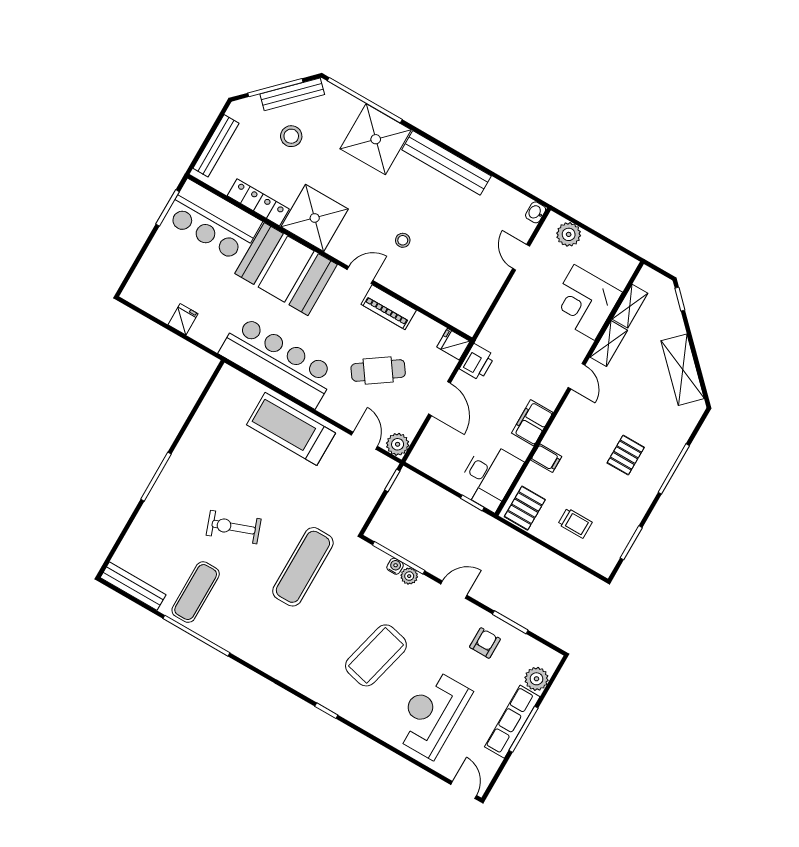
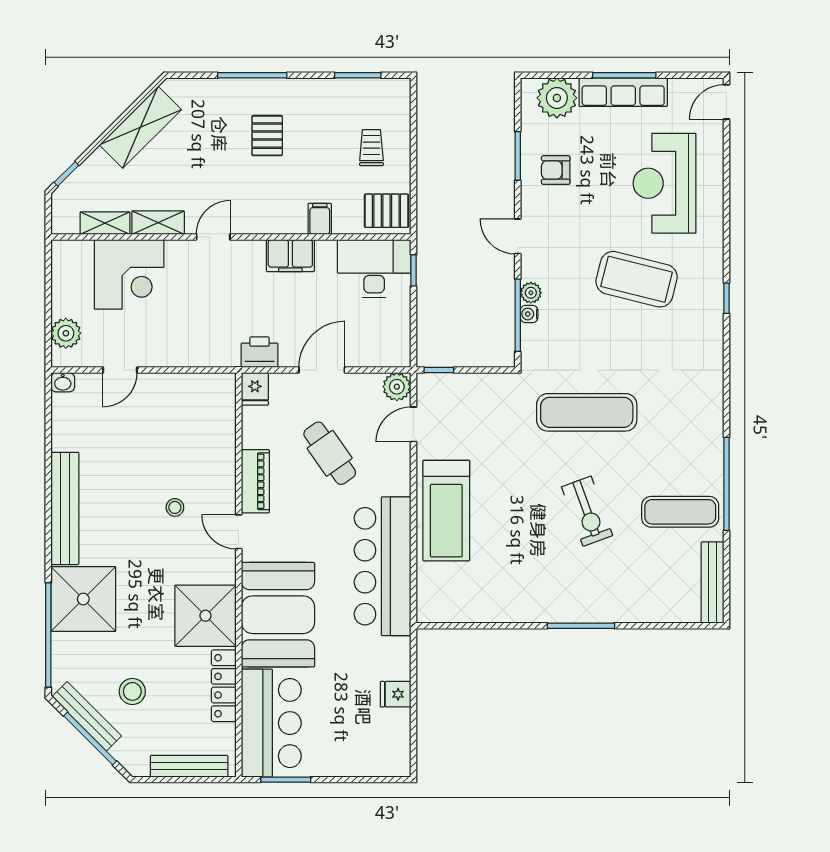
pallet: (626, 455) -> (267, 136), turned 90
plant: (537, 679) -> (557, 98), width x1.36, depth x1.36
reception desk: (432, 714) -> (664, 183), turned 90

